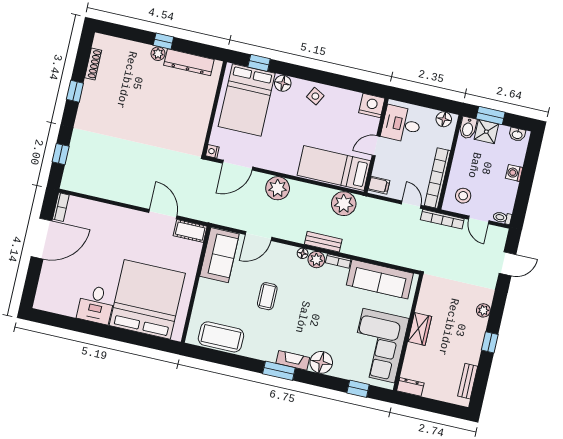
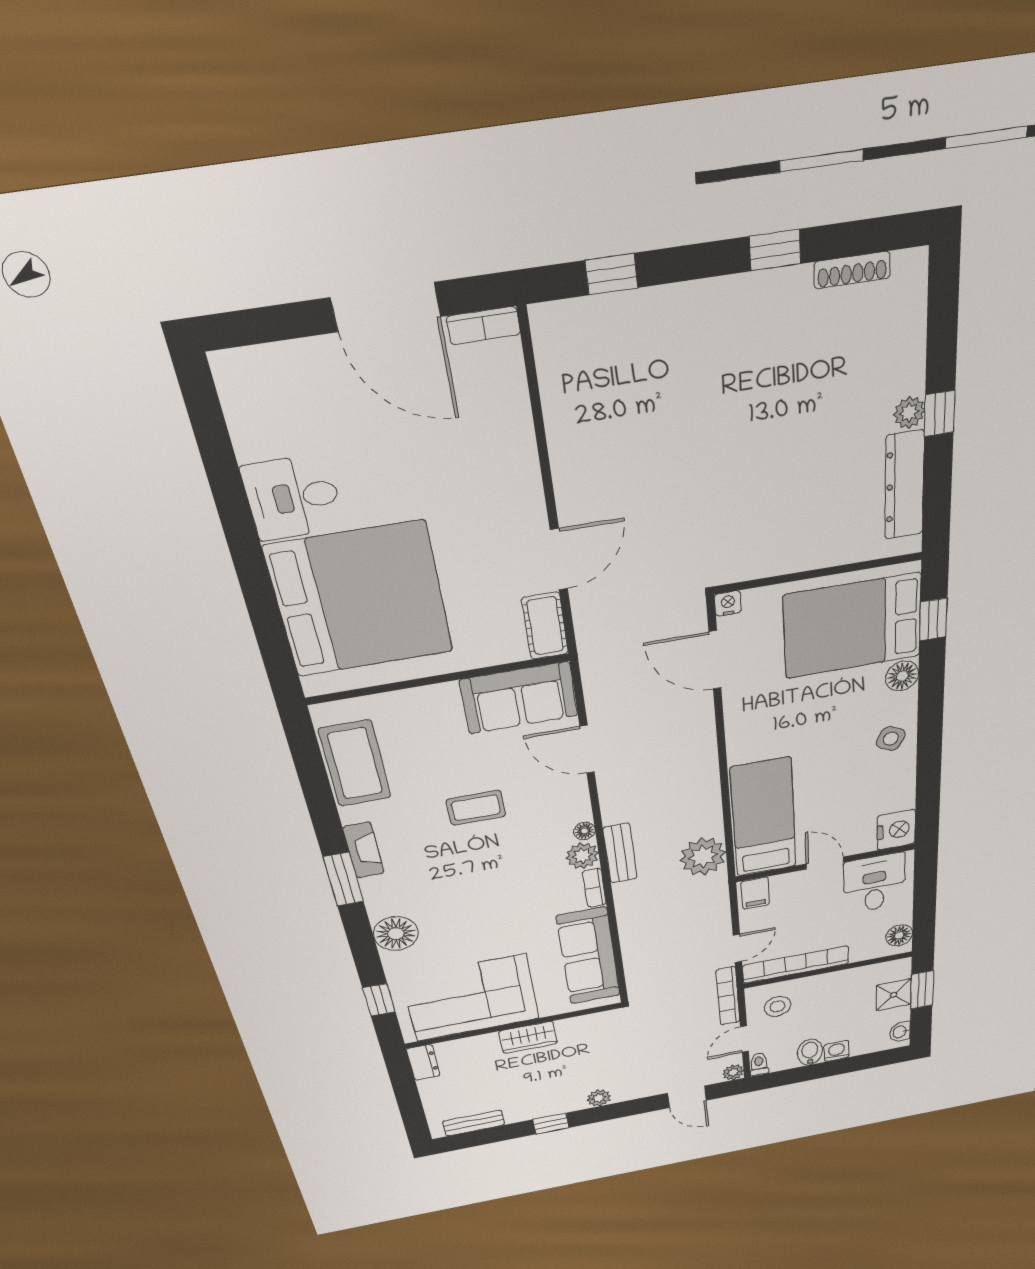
bidet: (468, 128) -> (810, 1052), moved, turned 90
plant: (278, 188) -> (733, 1072), moved, width x0.53, depth x0.53
fireplace: (293, 360) -> (363, 850), moved

